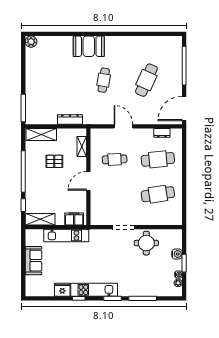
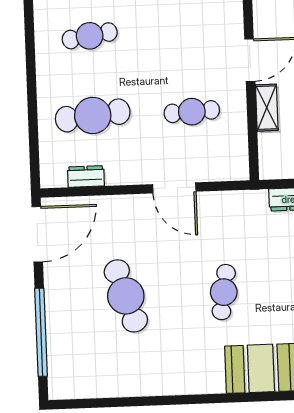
cafe table: (146, 80) -> (126, 296), turned -42
shelving: (82, 146) -> (267, 108), moved
cafe table: (158, 194) -> (90, 36), width x0.73, depth x0.74

